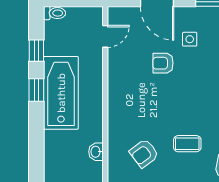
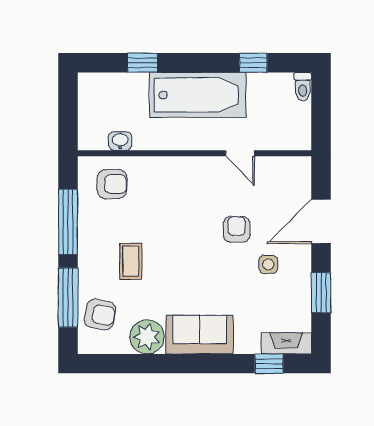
door: (105, 36) -> (240, 153), moved
window: (36, 90) -> (143, 63), moved
armchair: (144, 153) -> (112, 184), moved, turned 127

